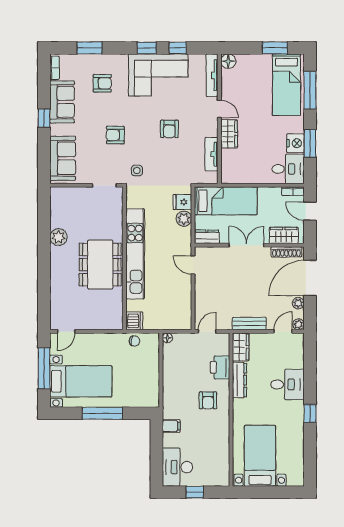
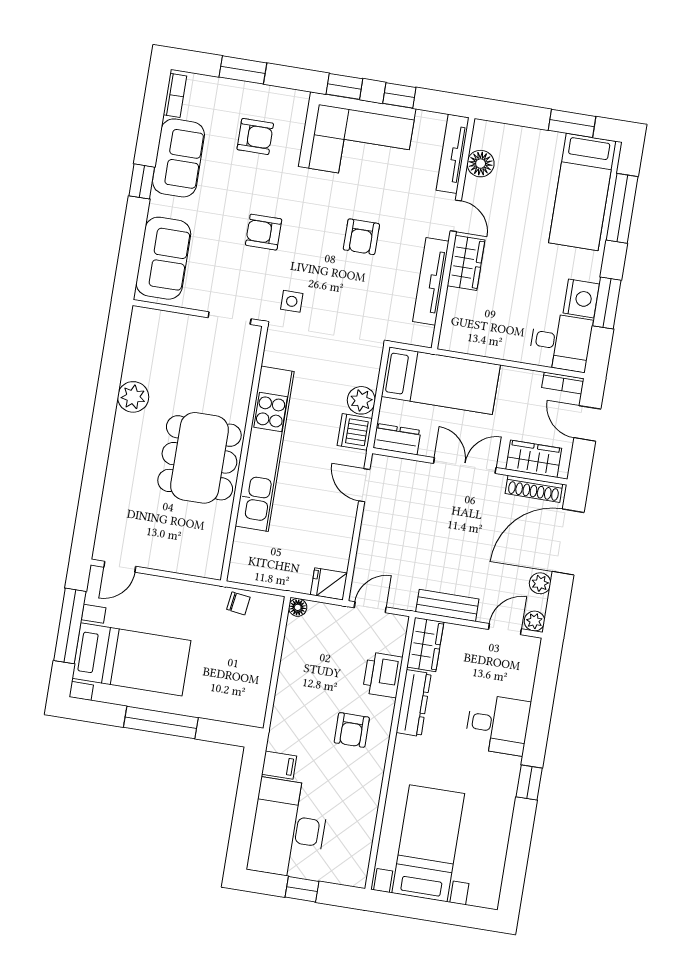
floor lamp: (228, 61) -> (481, 164), moved
tv unit: (211, 154) -> (431, 281), width x1.41
fridge: (182, 202) -> (329, 584), moved
dishwasher: (134, 321) -> (355, 432), moved, turned 180
desk: (177, 467) -> (288, 829), width x1.36, depth x1.30

